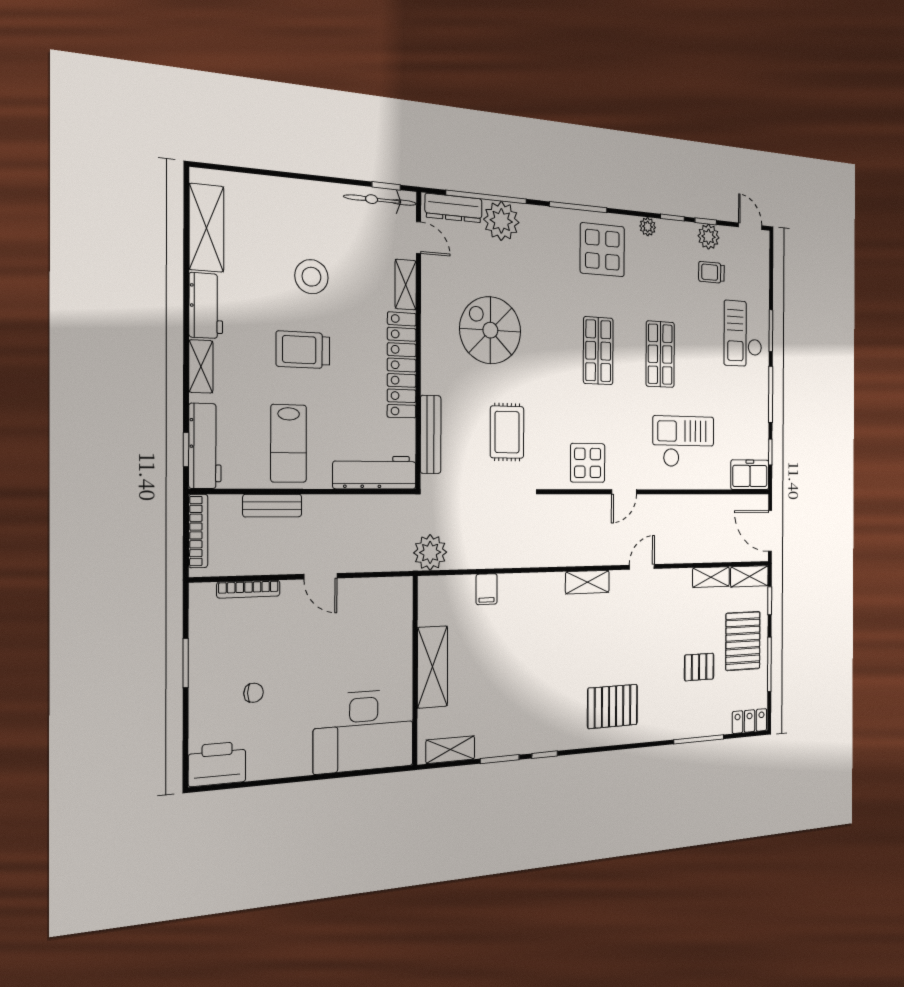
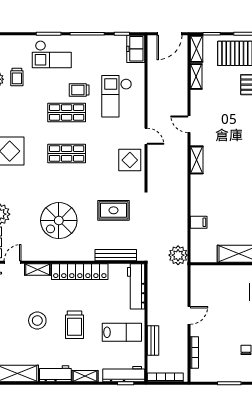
trolley: (693, 377) -> (79, 90), added

